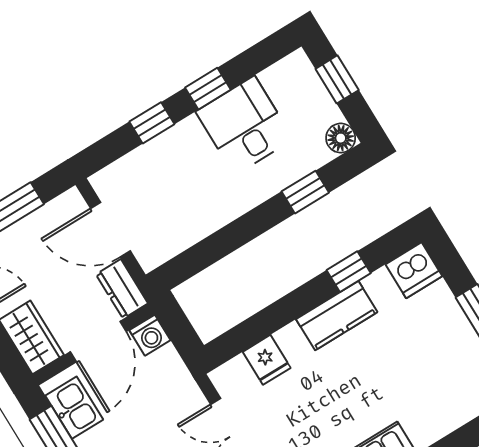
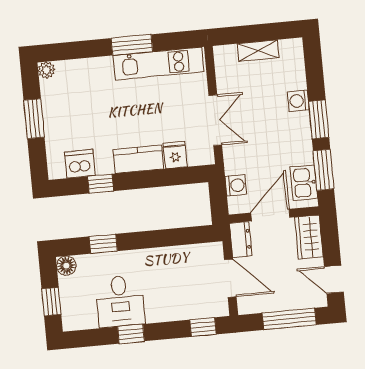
window: (152, 123) -> (203, 327), moved
dishwasher: (414, 270) -> (80, 164), moved
kitchen counter: (337, 316) -> (138, 159), moved
washing machine: (150, 335) -> (236, 185), moved, turned 90

